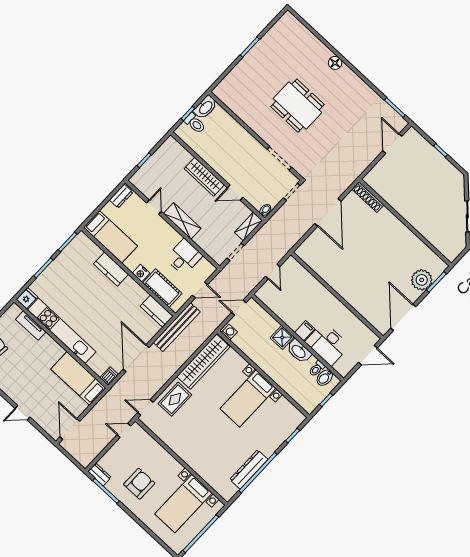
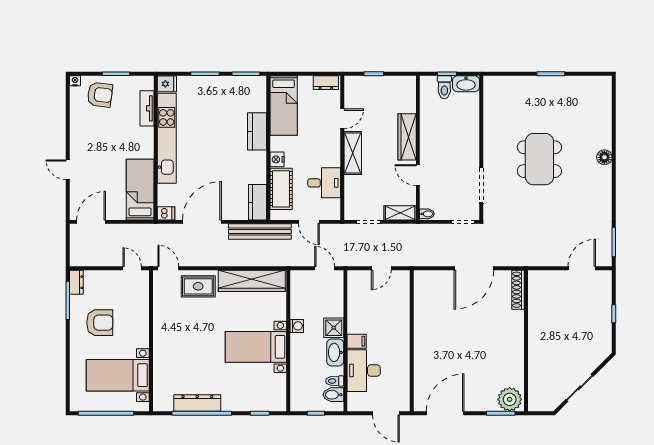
plant: (422, 280) -> (510, 399), moved
washing machine: (229, 332) -> (297, 326), moved

